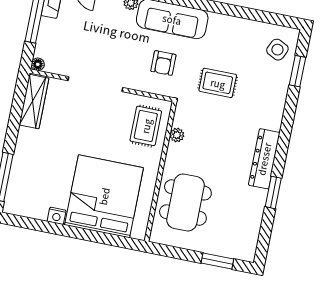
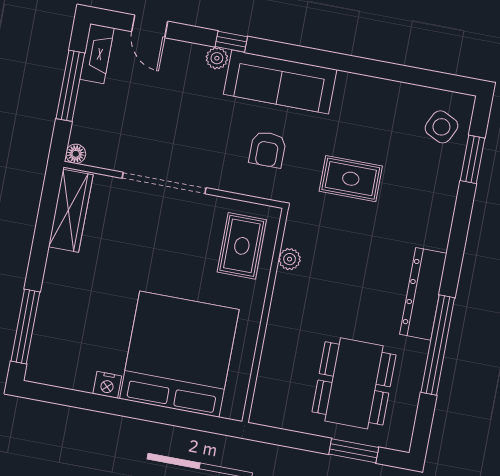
window: (273, 192) -> (438, 345), width x2.11
dining table: (185, 202) -> (354, 383), moved

